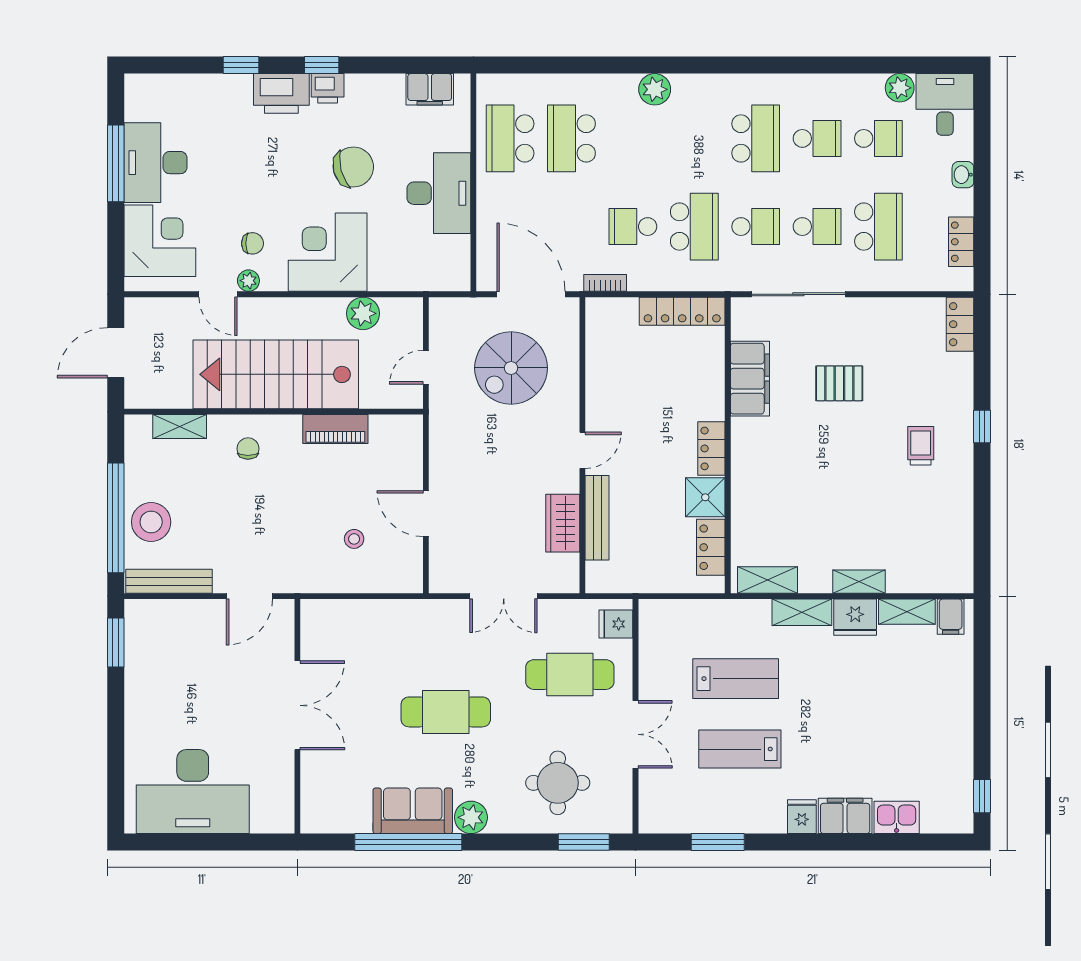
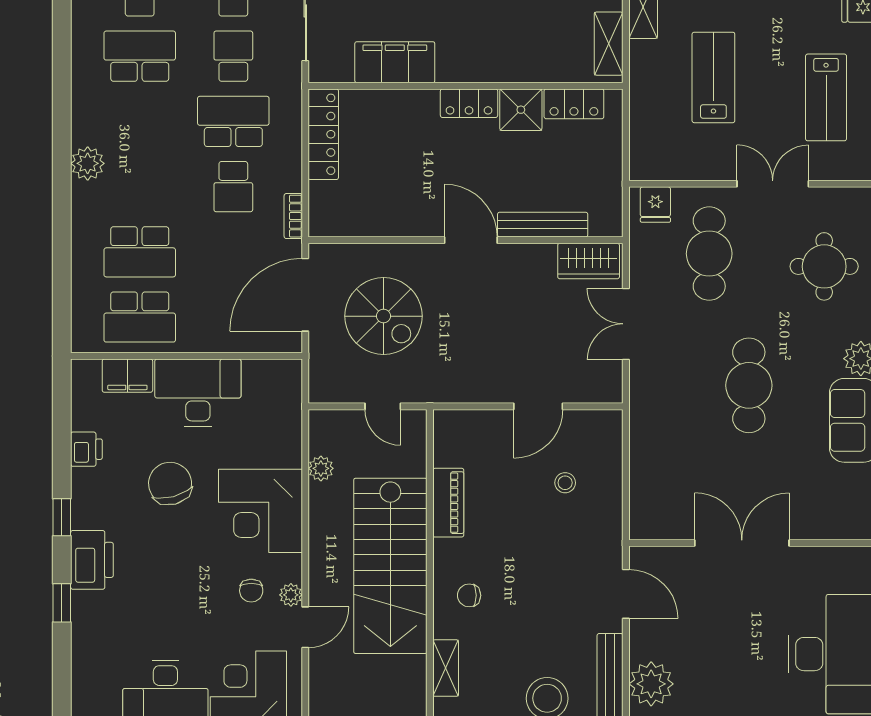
printer: (328, 88) -> (86, 449), moved
filing cabinet: (430, 89) -> (127, 376), moved, turned 90
chair: (252, 243) -> (251, 591), turned 180
plant: (363, 313) -> (321, 468), width x0.73, depth x0.73
door: (582, 450) -> (471, 240), width x1.38
wardrobe: (563, 523) -> (589, 261), moved
double door: (504, 596) -> (626, 324), swing flipped
plant: (165, 620) -> (651, 684), added
lab bench: (740, 749) -> (826, 97), moved

